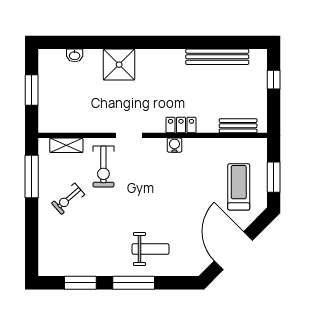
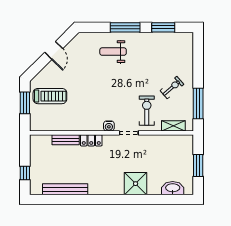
washbasin: (75, 55) -> (173, 188), width x1.91, depth x1.45
bench: (238, 126) -> (66, 140), moved
water cooler: (174, 145) -> (109, 126), moved
treadmill: (239, 187) -> (50, 96), turned -90
door: (233, 251) -> (54, 50), width x0.53

